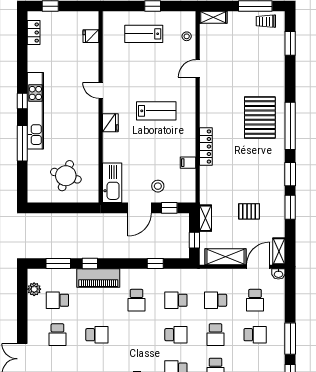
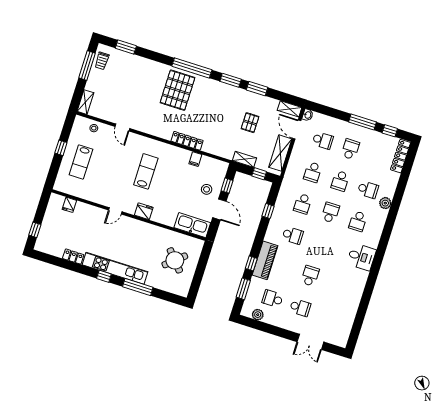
locker: (34, 33) -> (73, 257), moved
pallet: (260, 117) -> (177, 90), turned 90
round table: (66, 176) -> (175, 260), turned 31
school desk: (57, 300) -> (272, 299), turned 90
school desk: (216, 335) -> (340, 181), turned 90

